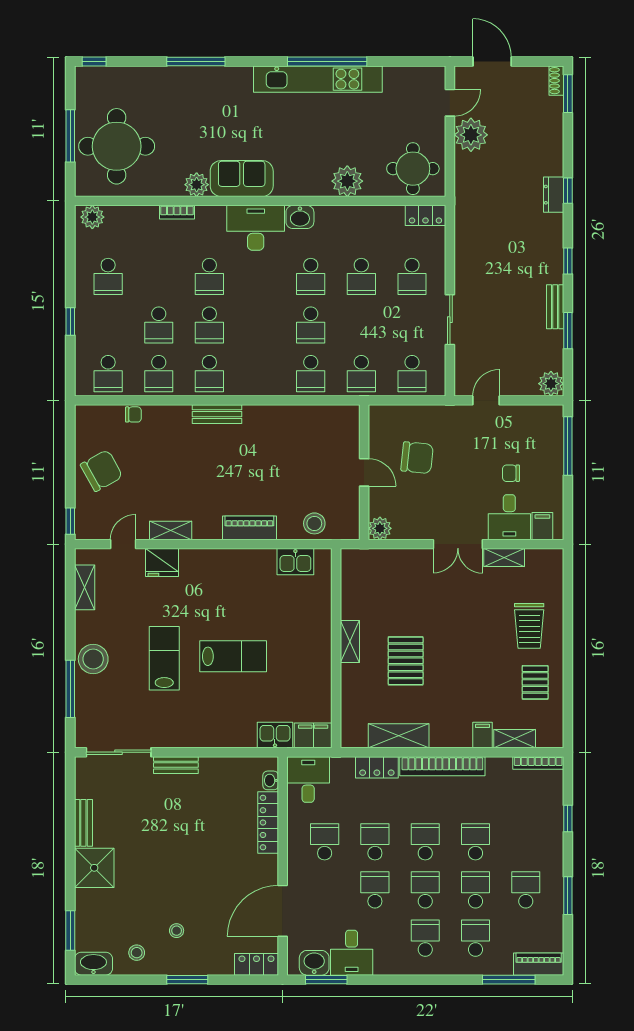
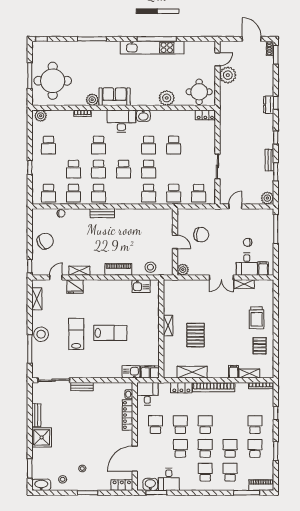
door: (492, 62) -> (252, 39), moved
school desk: (412, 276) -> (124, 169), moved
school desk: (476, 842) -> (255, 425), moved

